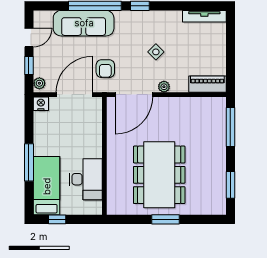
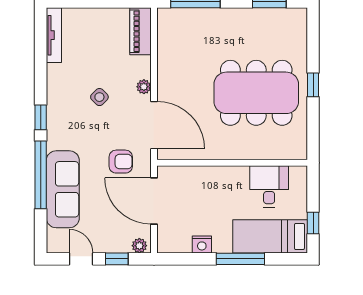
nightstand: (41, 104) -> (202, 245), moved, turned -90
desk: (86, 179) -> (269, 186), width x0.73
window: (165, 219) -> (313, 85), width x0.67

